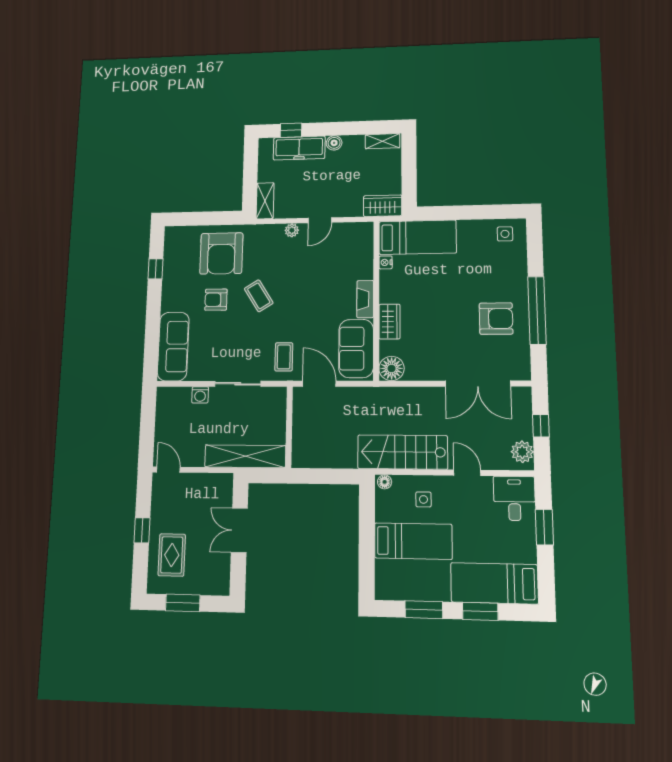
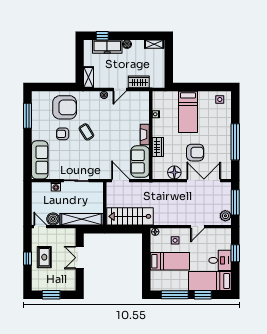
wardrobe: (383, 206) -> (139, 82), moved
bed: (418, 237) -> (188, 112), moved, turned 90
armchair: (221, 253) -> (65, 107), turned -90
window: (156, 269) -> (27, 116), width x2.17
armchair: (496, 319) -> (195, 153), moved
coffee table: (284, 357) -> (101, 166), removed
floor lamp: (392, 368) -> (174, 172), moved
double door: (478, 384) -> (204, 181), swing flipped
window: (541, 426) -> (235, 202), width x2.17
stairs: (402, 452) -> (130, 216), moved
boiler: (193, 455) -> (53, 219), added
door: (467, 473) -> (198, 227), swing flipped
desk: (514, 498) -> (220, 260), moved, turned 90
rug: (172, 555) -> (44, 257), moved
window: (424, 610) -> (175, 295), width x1.44

